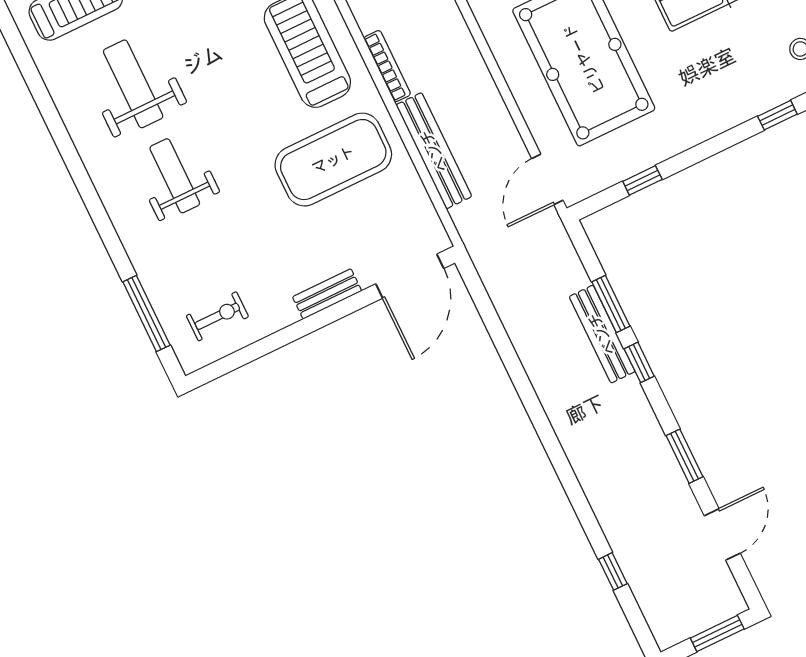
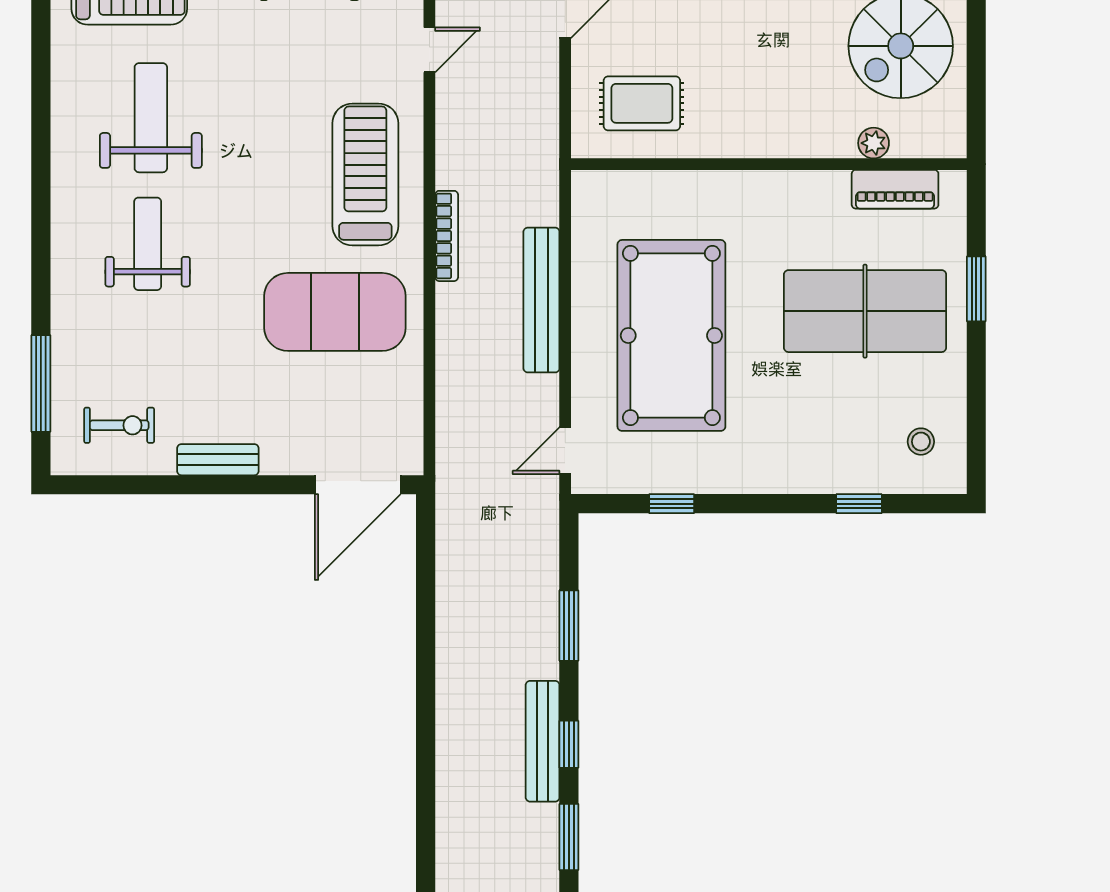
bench: (434, 151) -> (541, 300), moved
door: (547, 179) -> (565, 451), width x0.73
bench: (327, 294) -> (218, 460), moved
bench: (602, 334) -> (543, 741), moved
window: (639, 362) -> (569, 744), moved

